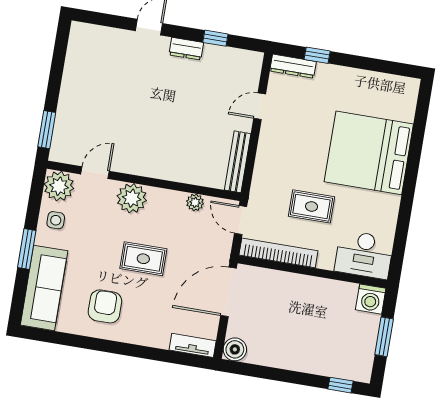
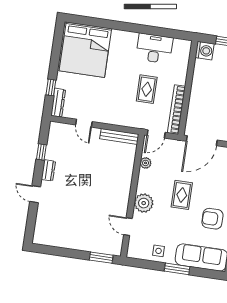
bed: (369, 153) -> (85, 50), moved
plant: (59, 186) -> (137, 249), removed
desk: (364, 255) -> (154, 48), moved, turned -90
door: (229, 292) -> (202, 141), hinge flipped

